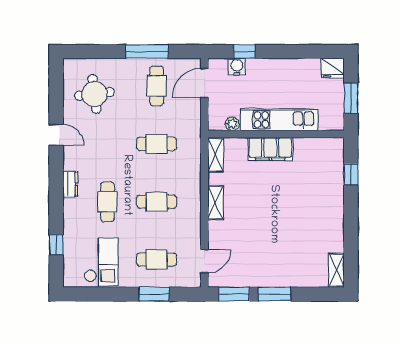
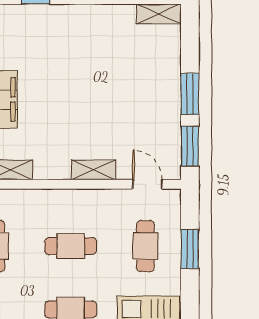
cafe table: (157, 202) -> (71, 246), turned 90
shelving: (216, 203) -> (93, 170), moved

